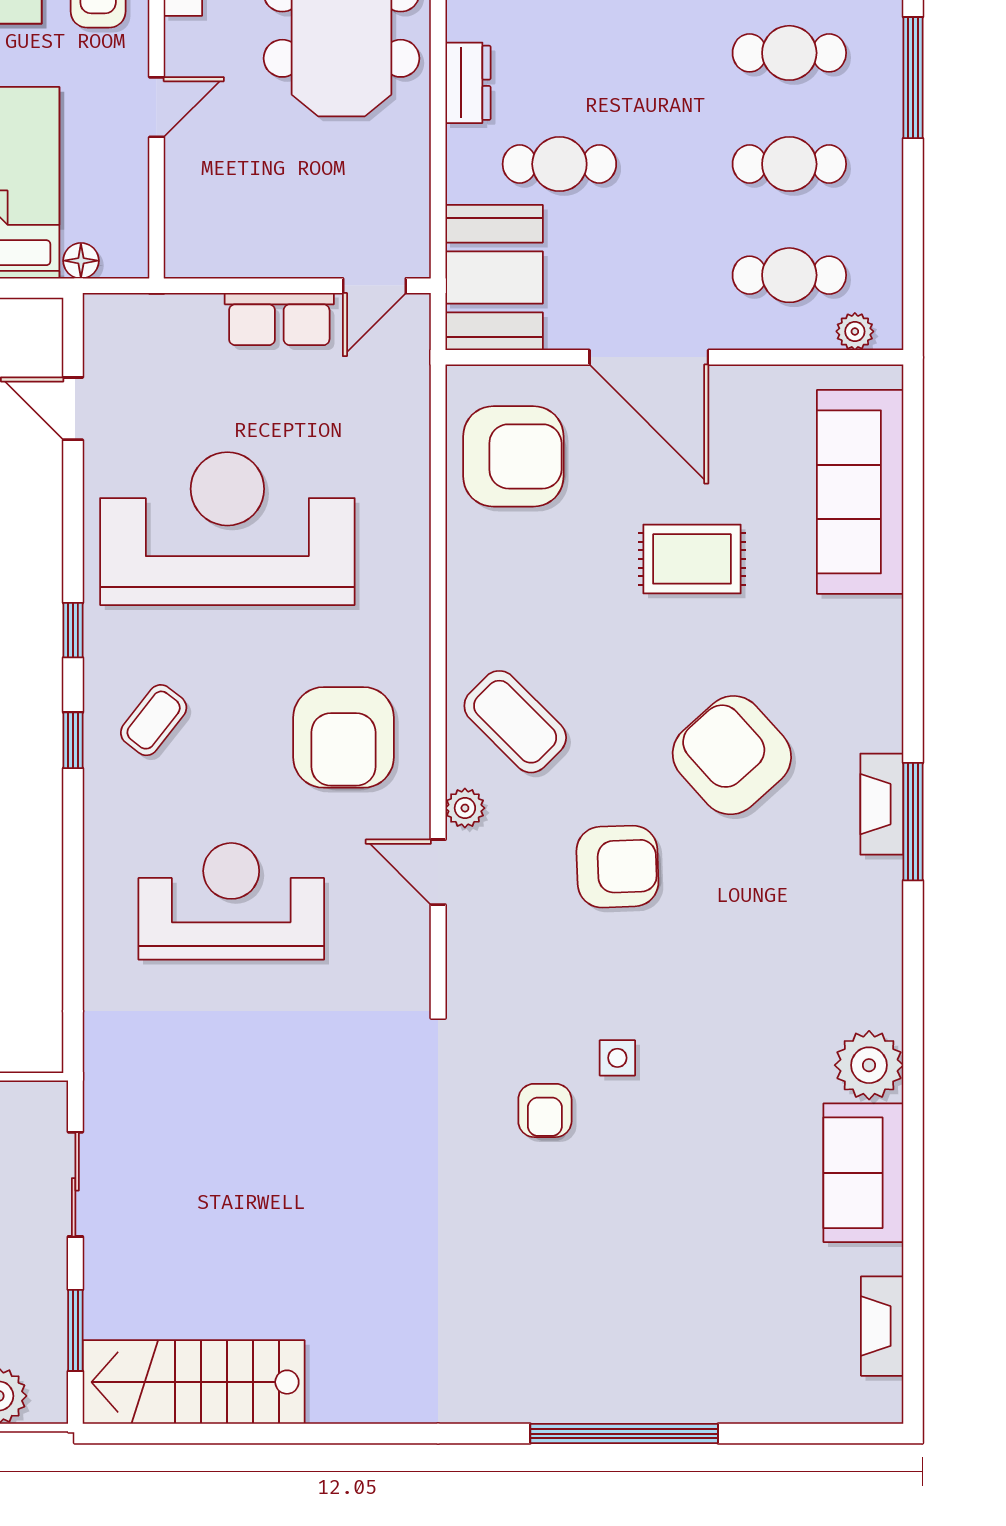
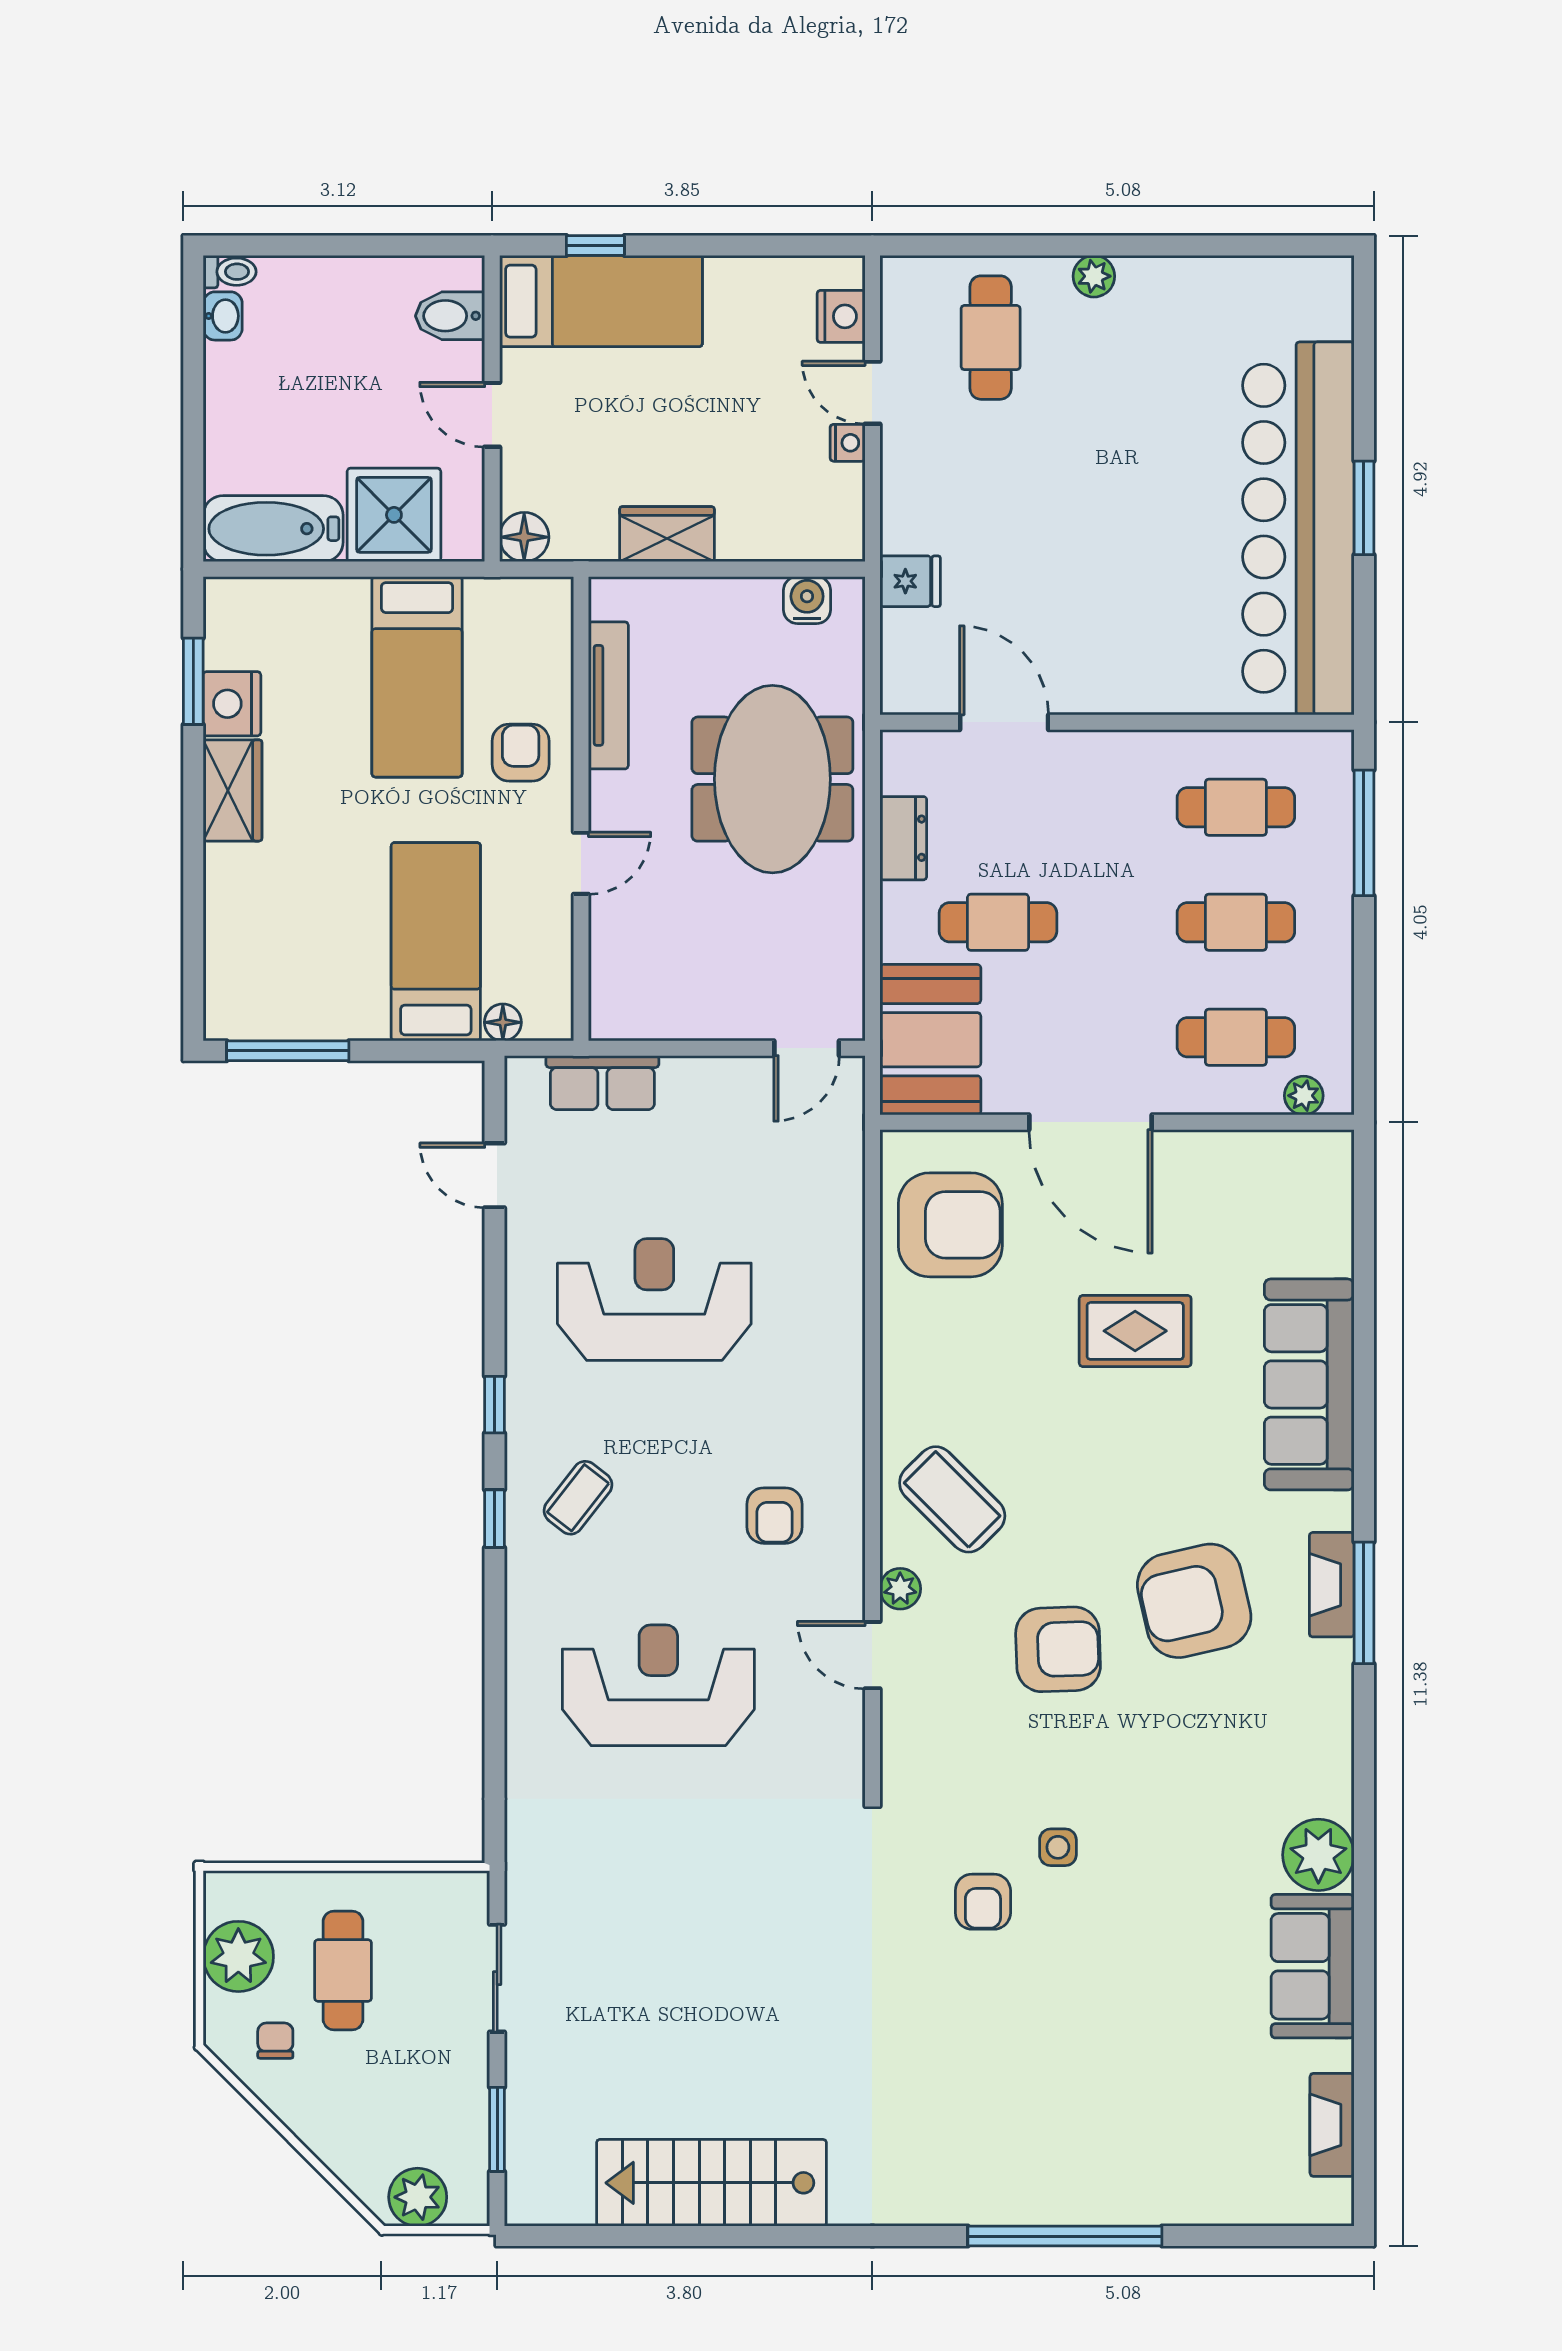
row of seats: (279, 319) -> (602, 1083), moved
sofa: (860, 492) -> (1309, 1384), moved
reception desk: (227, 529) -> (654, 1300), width x0.74, depth x0.77
armchair: (343, 737) -> (775, 1516), width x0.53, depth x0.53
armchair: (732, 755) -> (1194, 1601), moved, turned -61
stairs: (194, 1382) -> (711, 2183), moved

